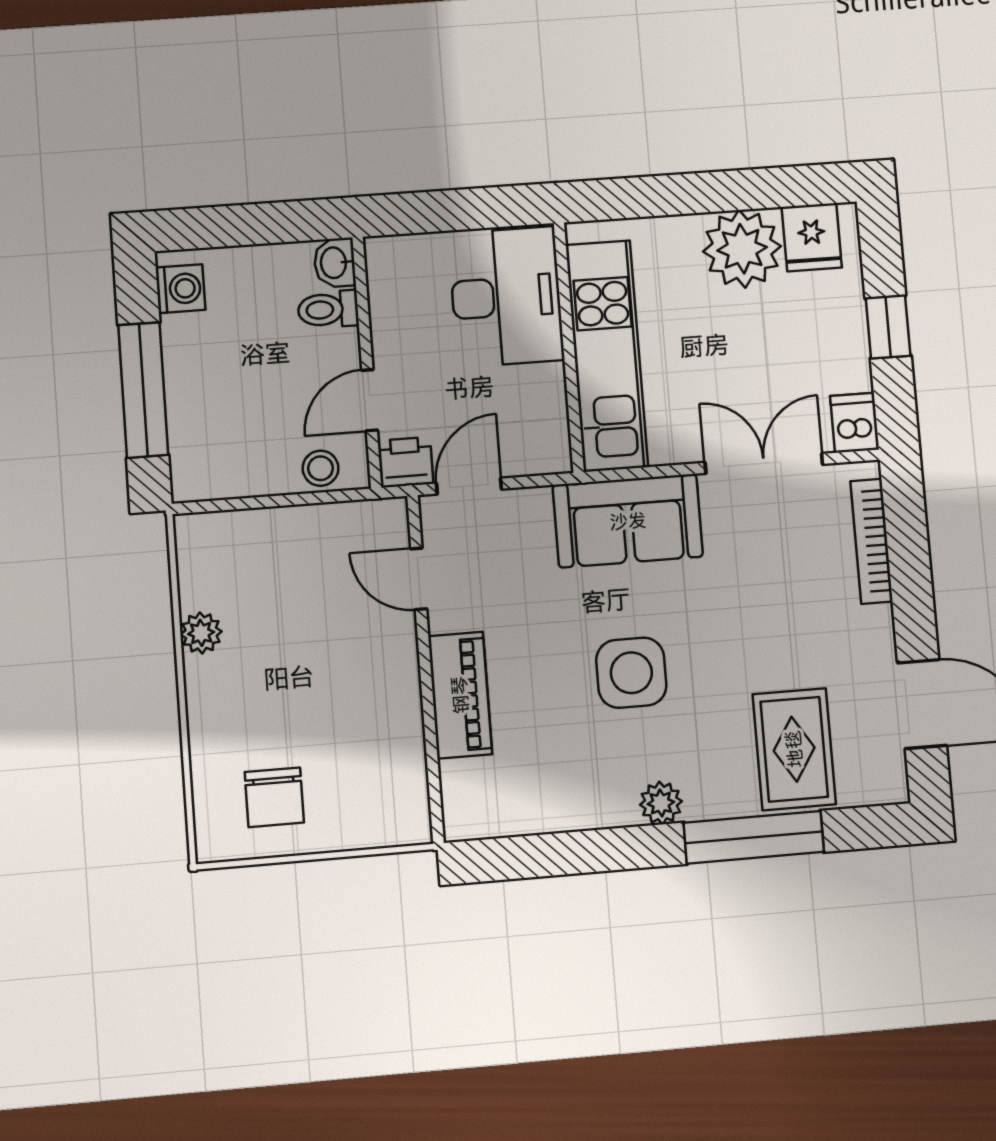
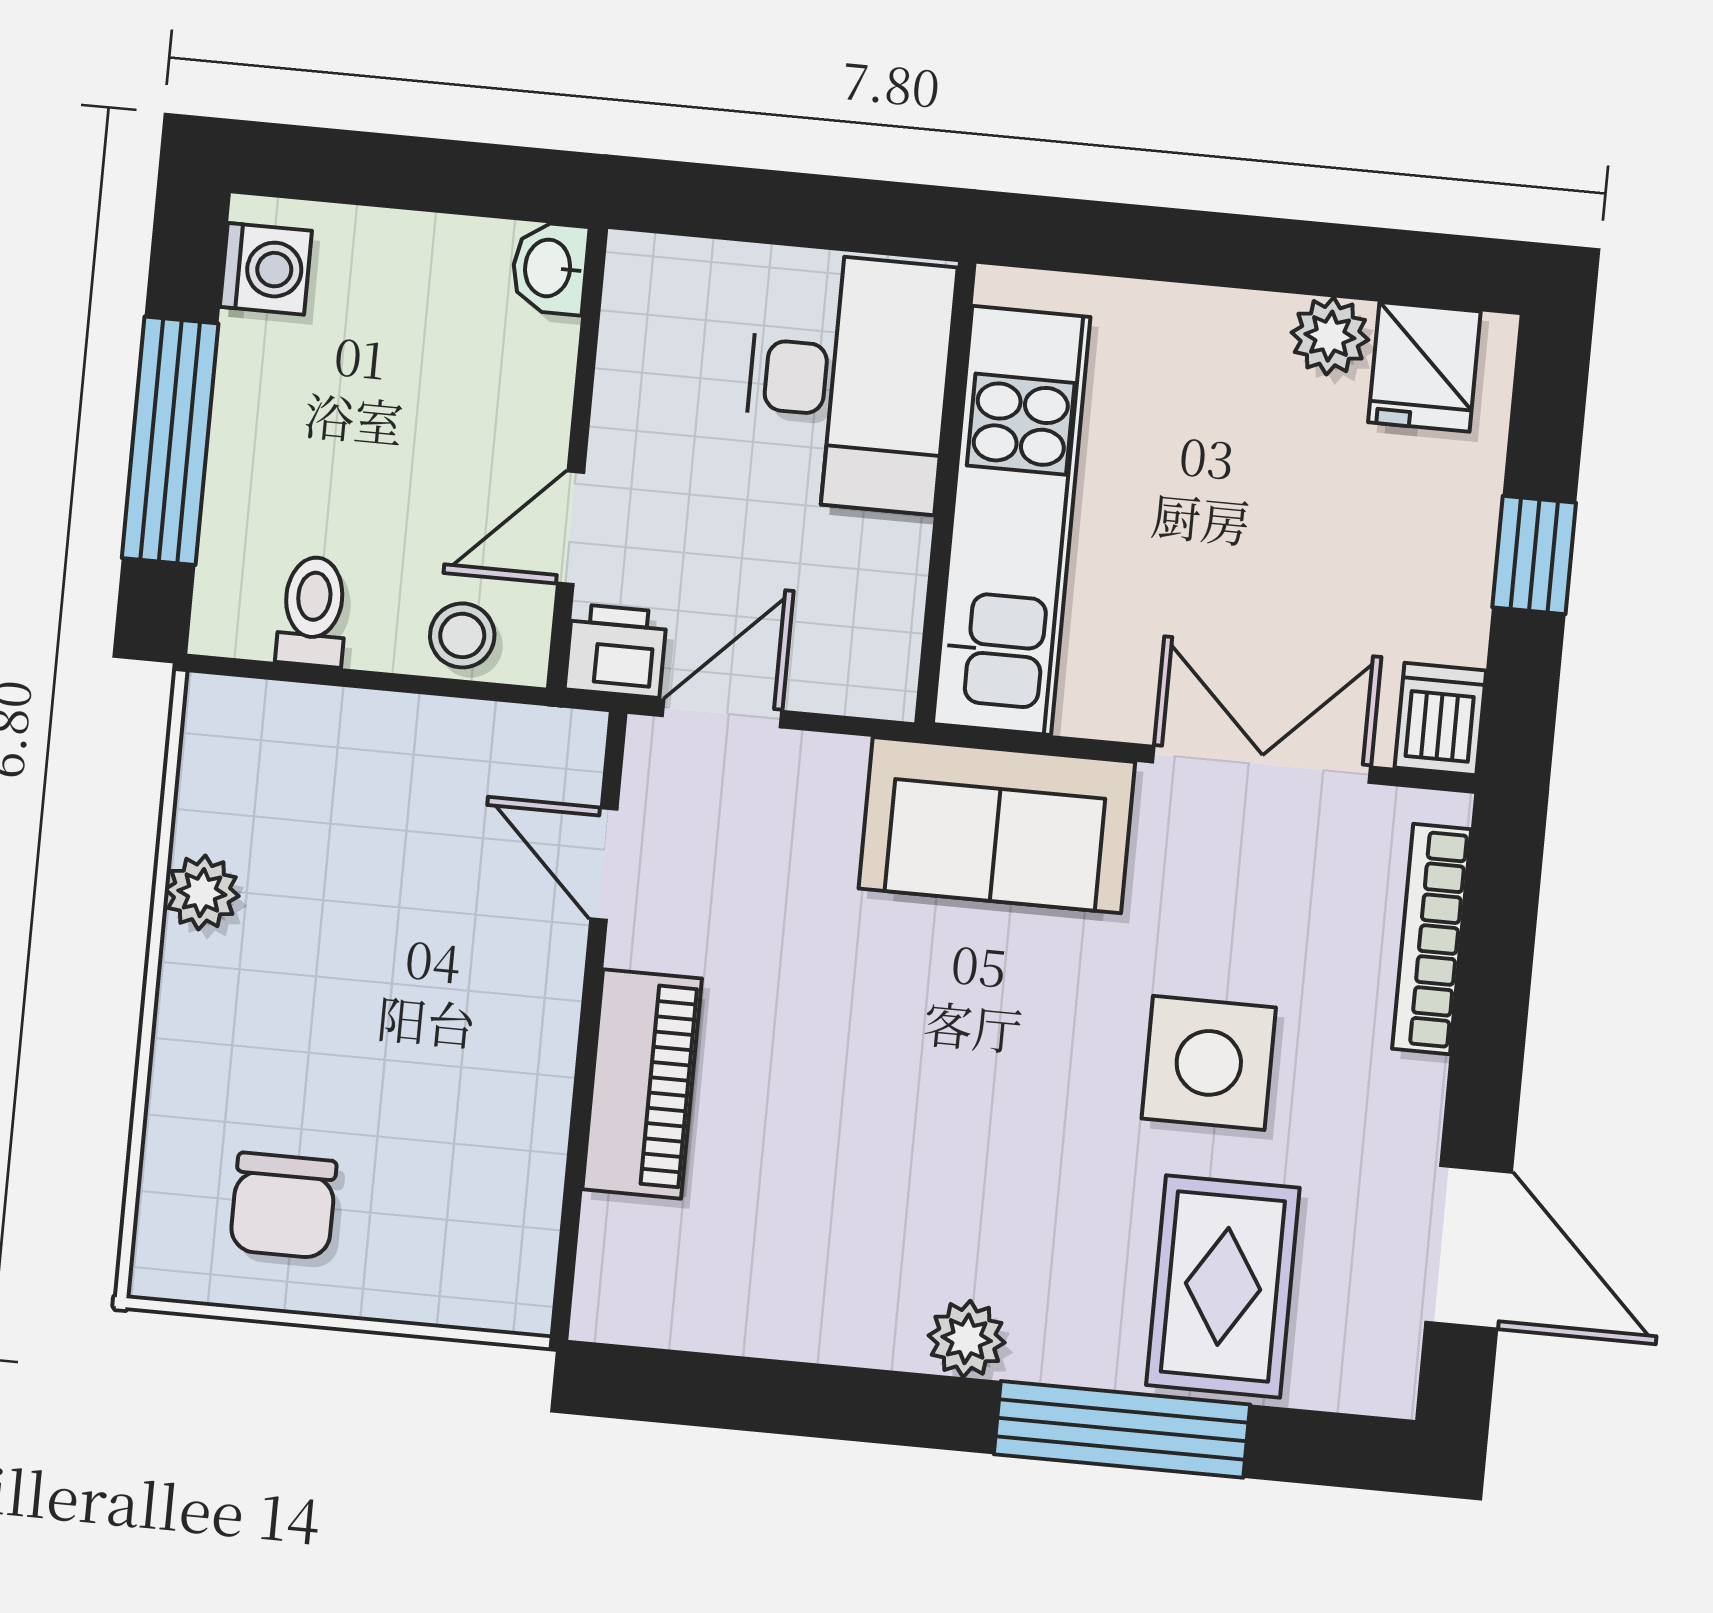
plant: (742, 249) -> (1330, 336), width x0.53, depth x0.53
toilet: (328, 309) -> (313, 611), moved, turned 90
side table: (631, 673) -> (1209, 1063), moved

